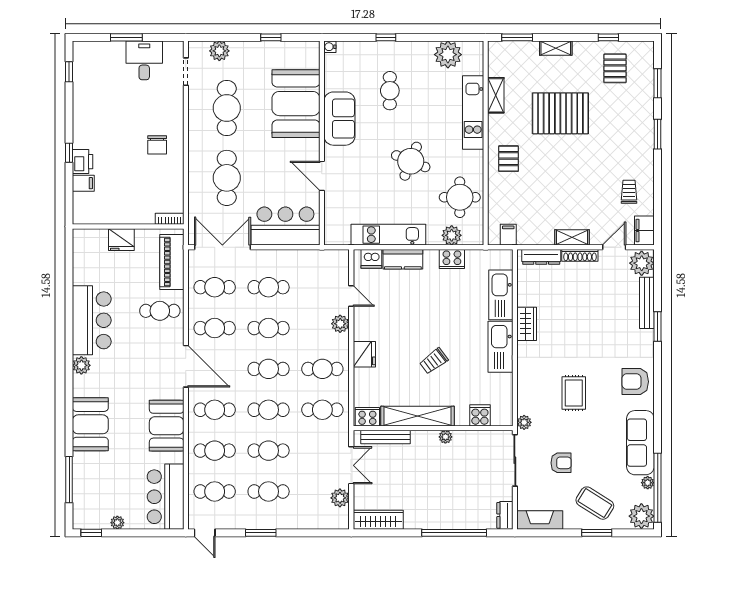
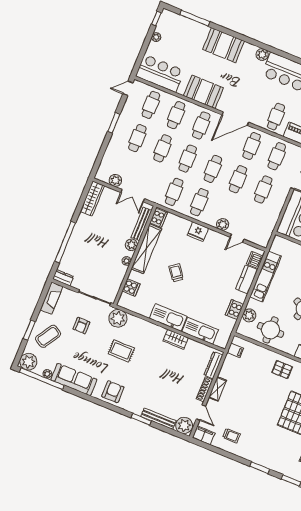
plant: (524, 422) -> (118, 318), width x1.88, depth x1.88
plant: (420, 439) -> (131, 245), added

